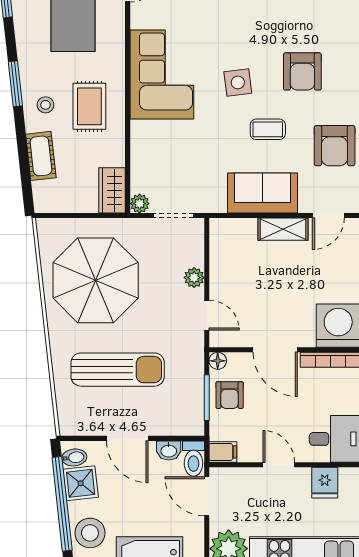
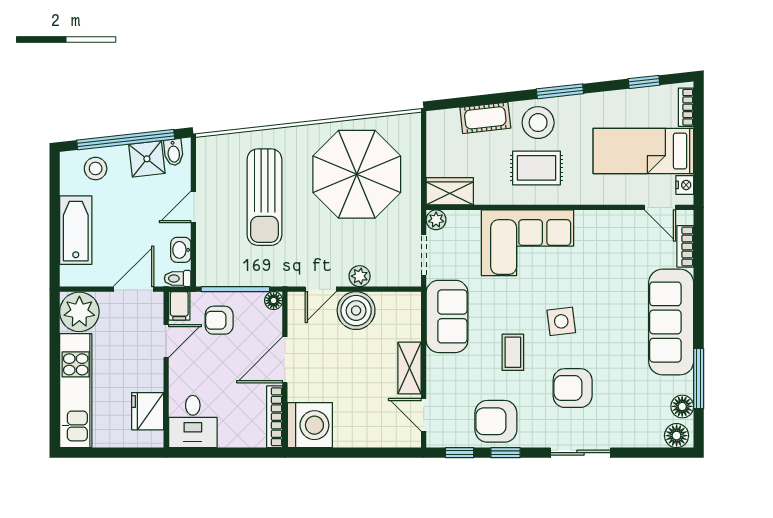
corner sofa: (162, 75) -> (528, 243), moved
stool: (46, 105) -> (538, 123), width x1.89, depth x1.89
sofa: (263, 193) -> (447, 316), moved
boiler: (227, 281) -> (356, 311), added
armchair: (230, 395) -> (219, 320), moved
window: (207, 398) -> (235, 289), width x1.44
door: (127, 438) -> (193, 207), width x0.73
toilet: (193, 459) -> (178, 278), width x0.73, depth x0.72
door: (279, 465) -> (166, 341), moved
fridge: (325, 483) -> (148, 411), width x1.38
stool: (90, 533) -> (96, 169), width x0.73, depth x0.73

